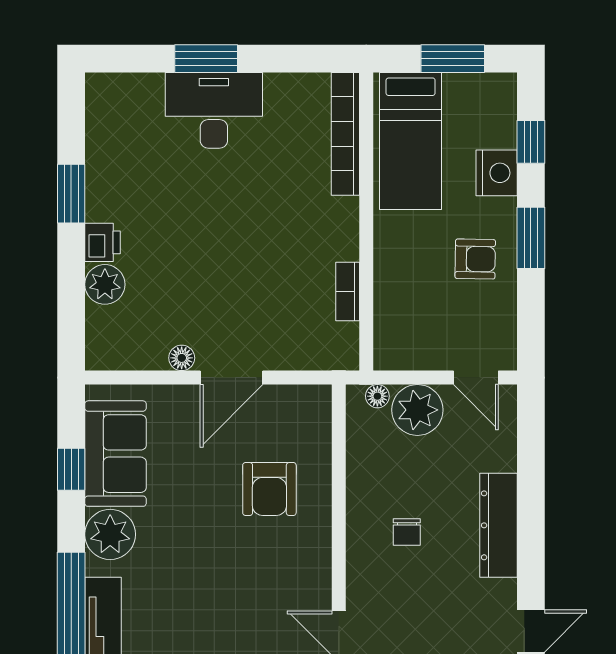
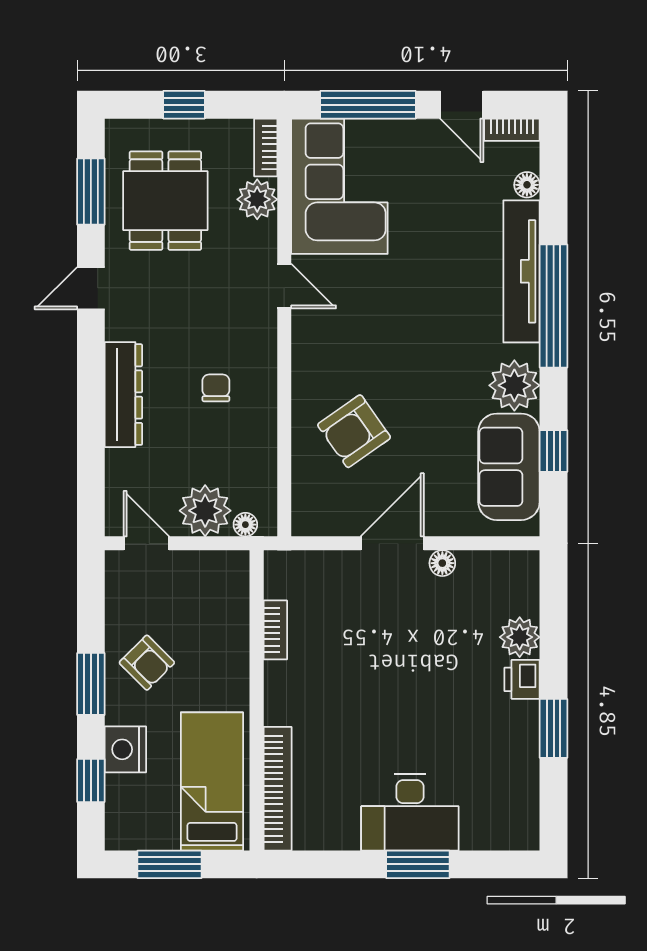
armchair: (475, 259) -> (147, 663), turned -136
armchair: (269, 489) -> (354, 431), turned -125

